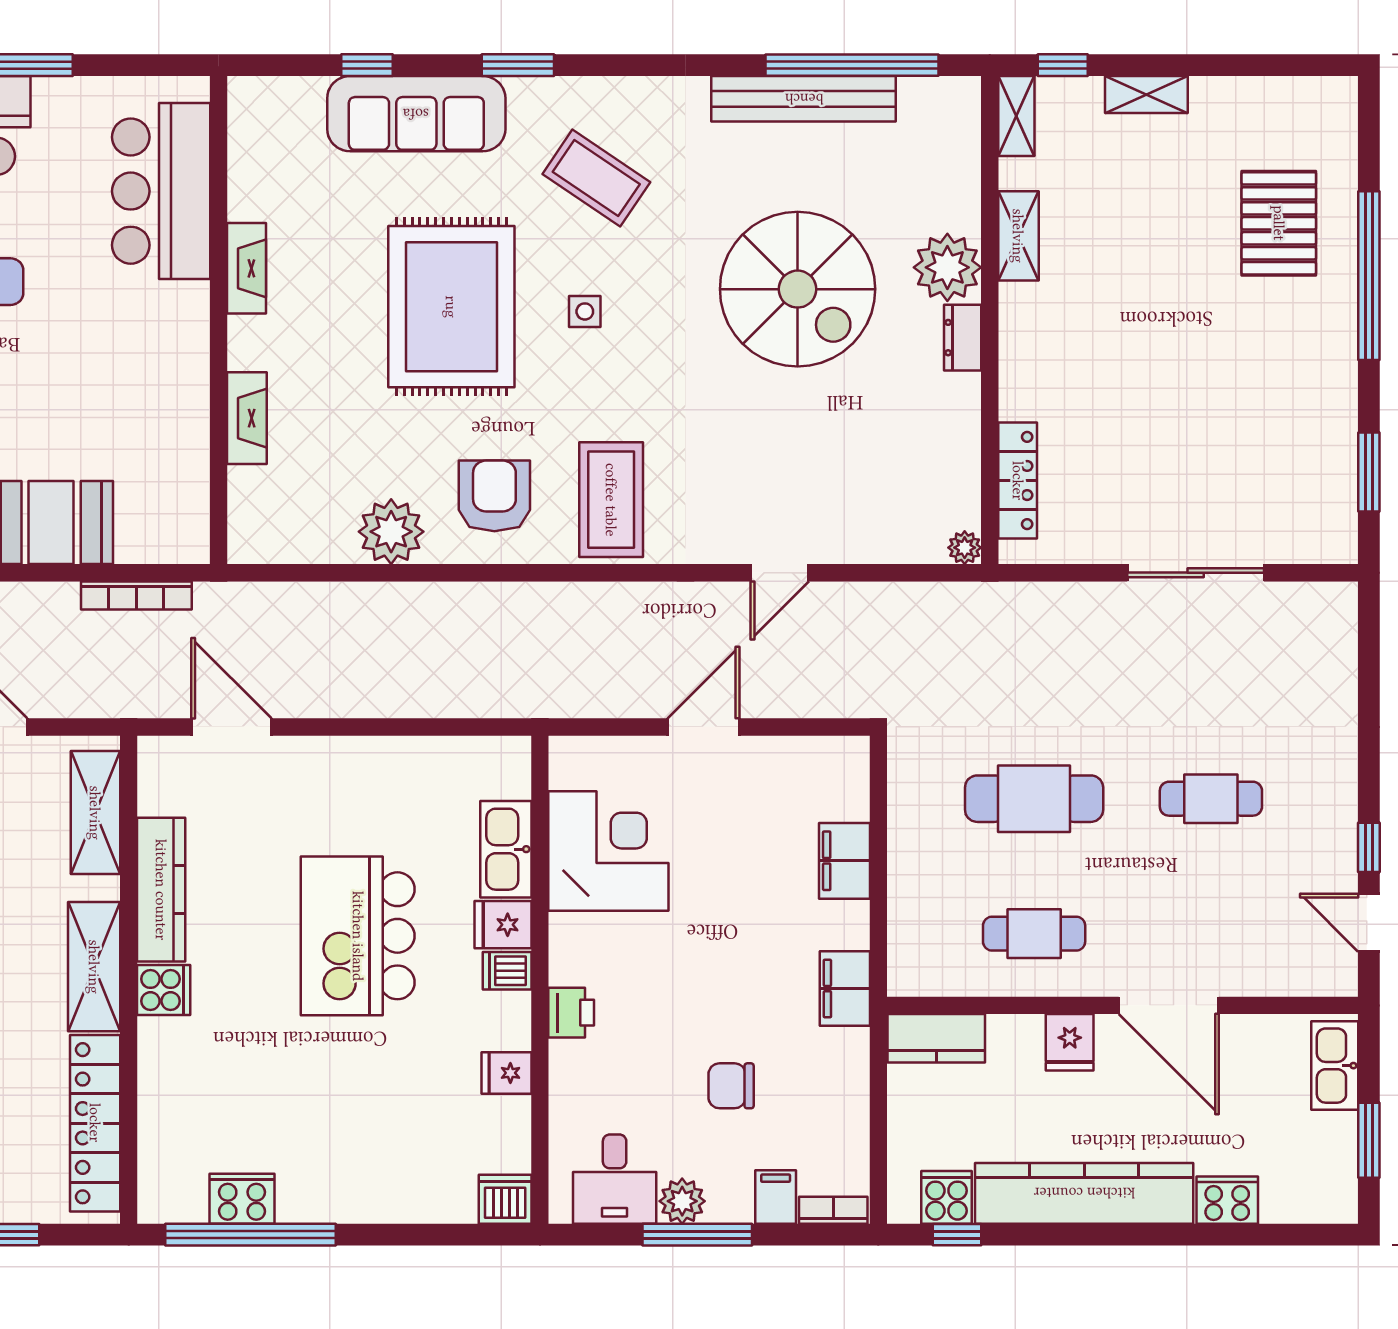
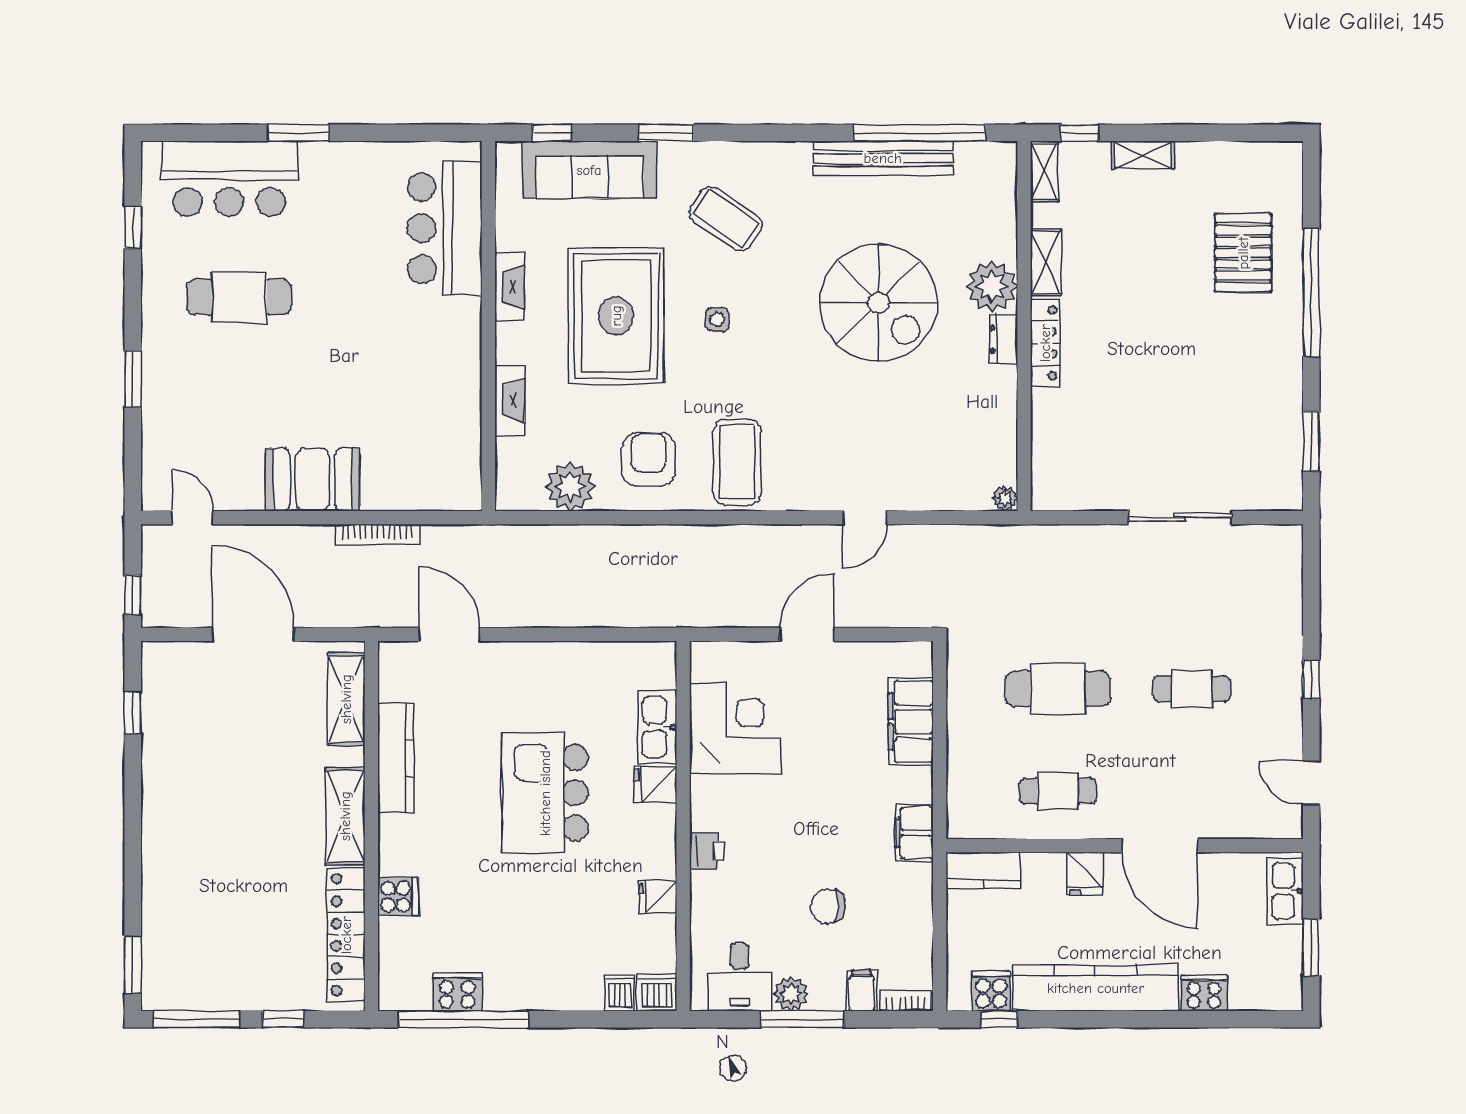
bar counter: (161, 191) -> (445, 228), moved
fireplace: (247, 268) -> (509, 287), moved
wall: (219, 320) -> (488, 326), moved
fireplace: (247, 418) -> (510, 400), moved
locker: (1018, 481) -> (1045, 343), moved
window: (1369, 847) -> (1311, 679), moved
filing cabinet: (844, 861) -> (911, 722), width x1.50, depth x1.17
dishwasher: (507, 971) -> (620, 993), moved, turned 90
cooker: (164, 990) -> (398, 897), moved

